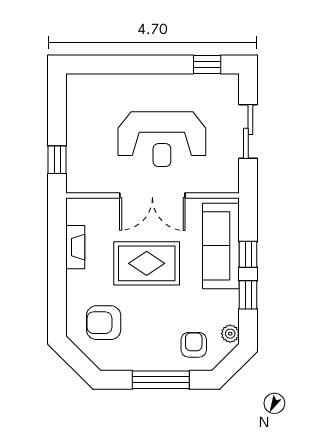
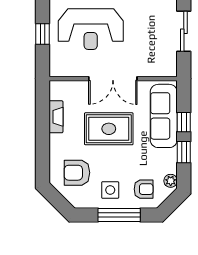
reception desk: (162, 139) -> (91, 29), moved
window: (57, 160) -> (42, 34), moved
armchair: (194, 345) -> (144, 189), turned 90
side table: (149, 346) -> (110, 190), added

